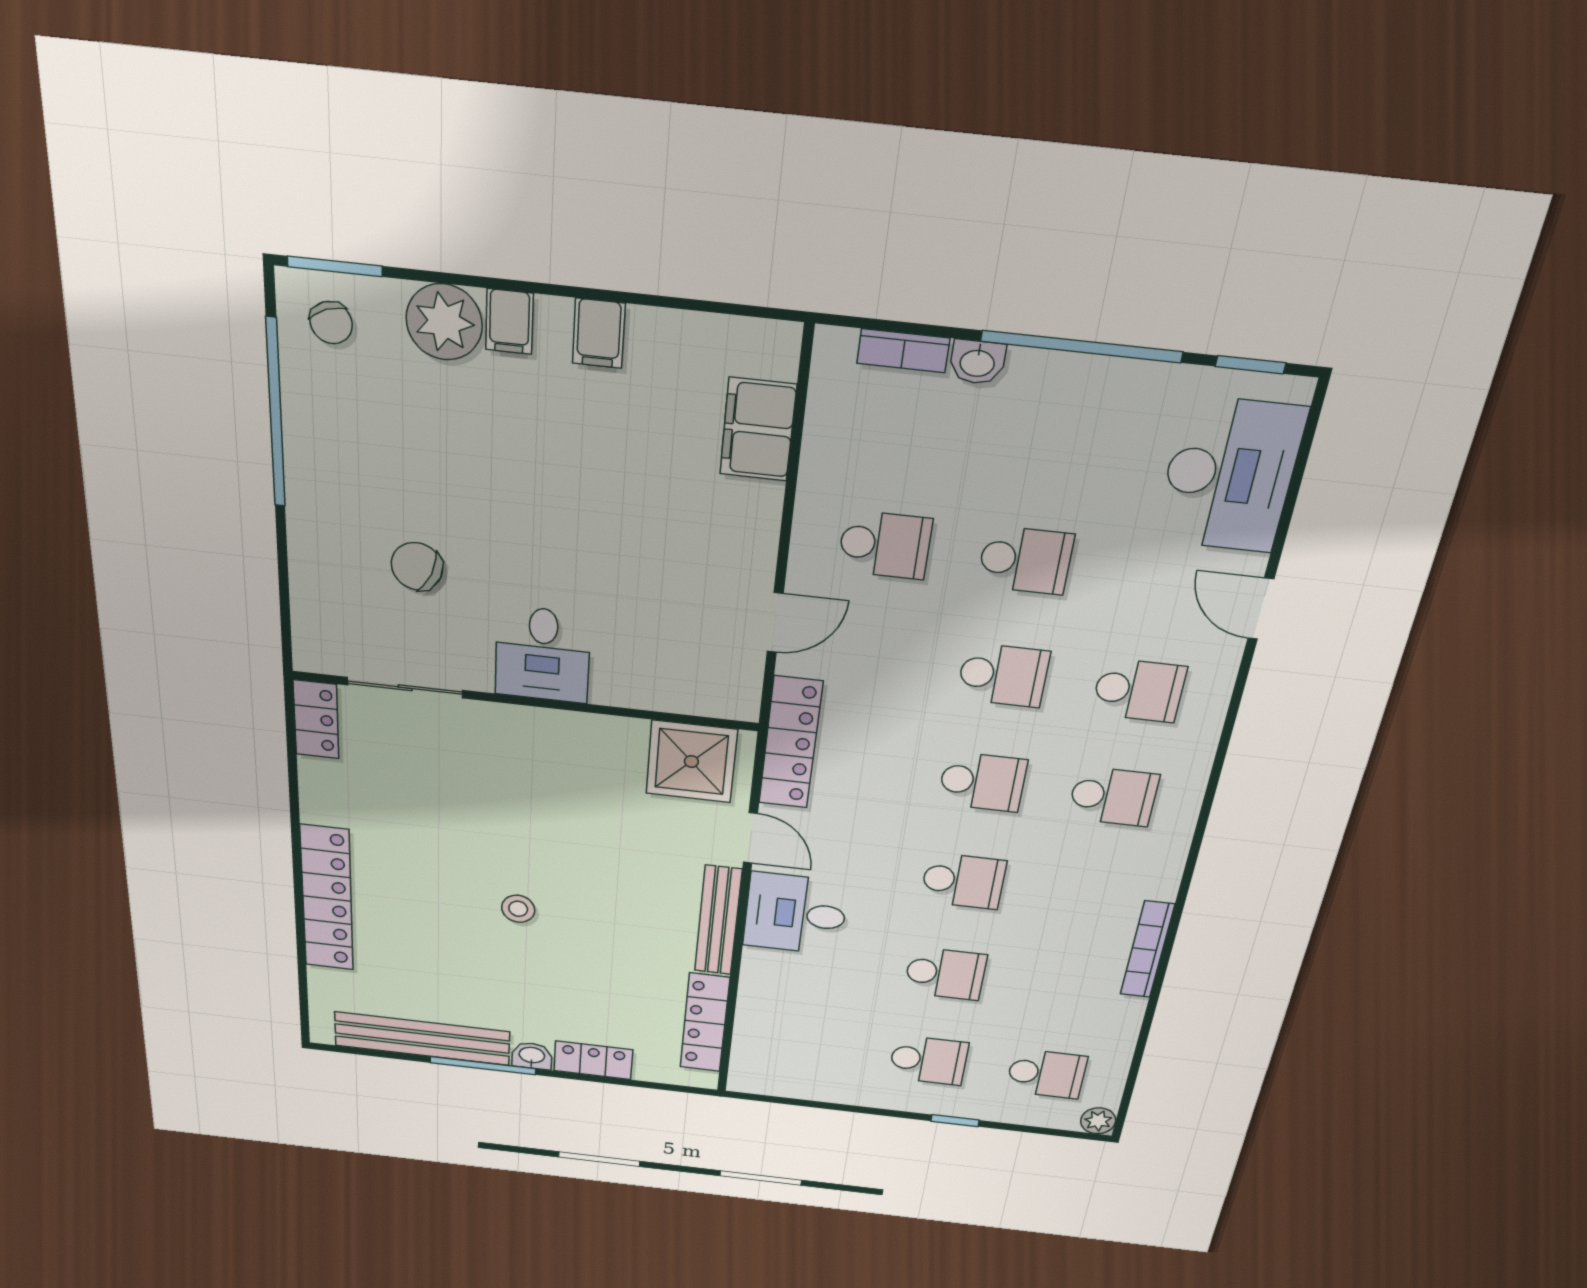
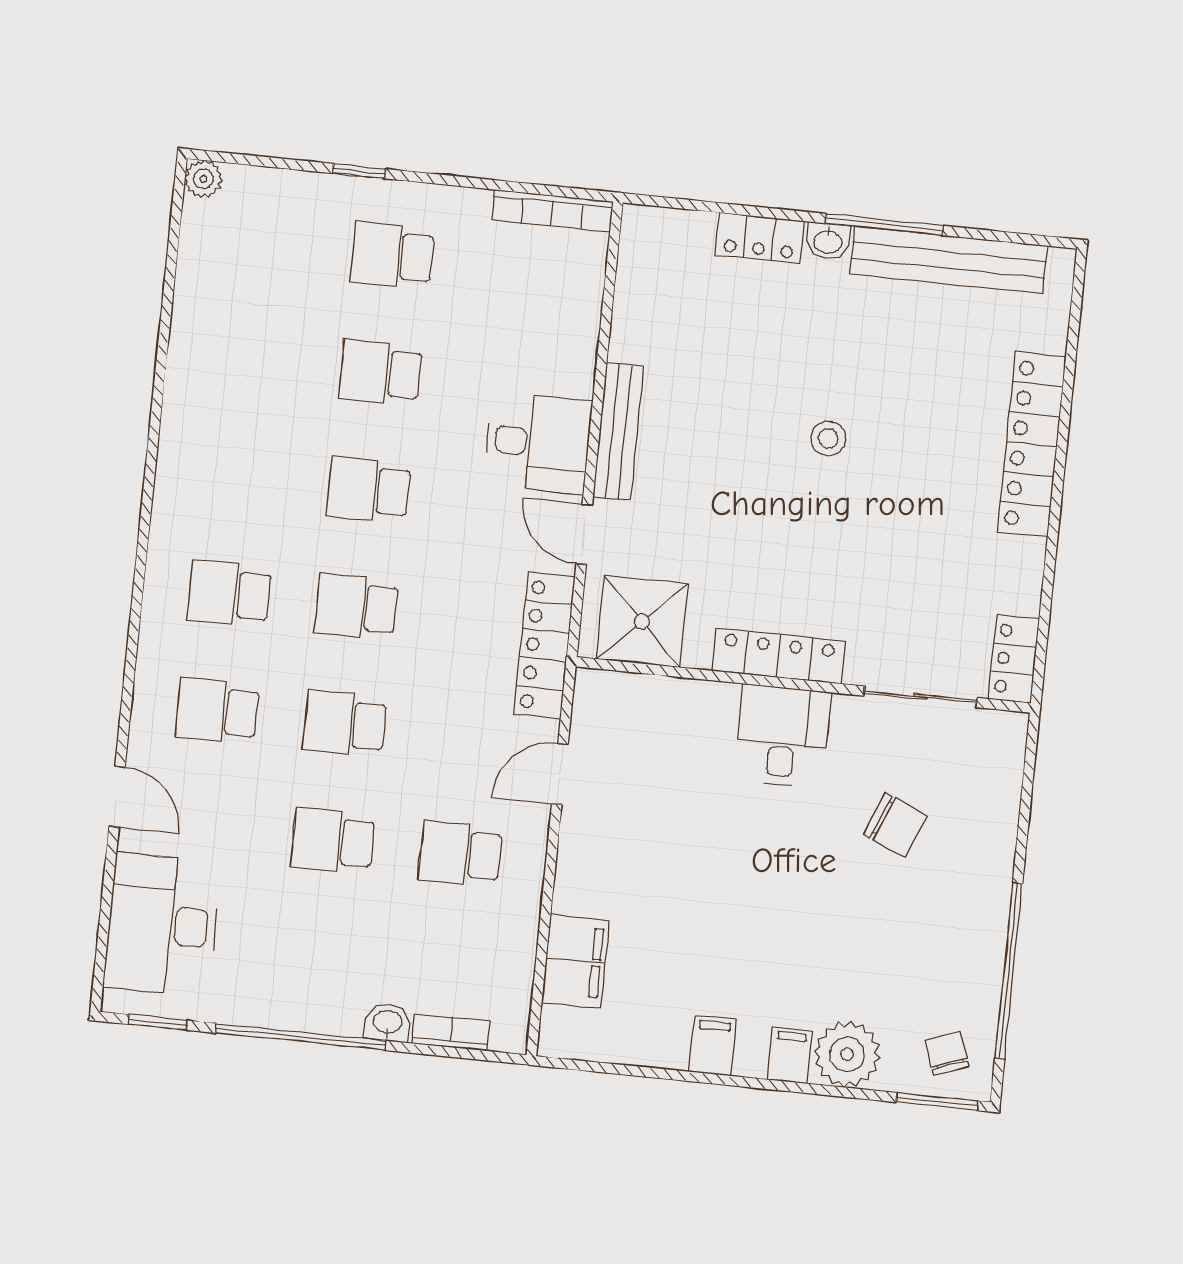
bookcase: (1147, 950) -> (552, 211), moved, turned 90
locker: (705, 1023) -> (778, 656), moved, turned -90
school desk: (1046, 1074) -> (265, 242), removed

